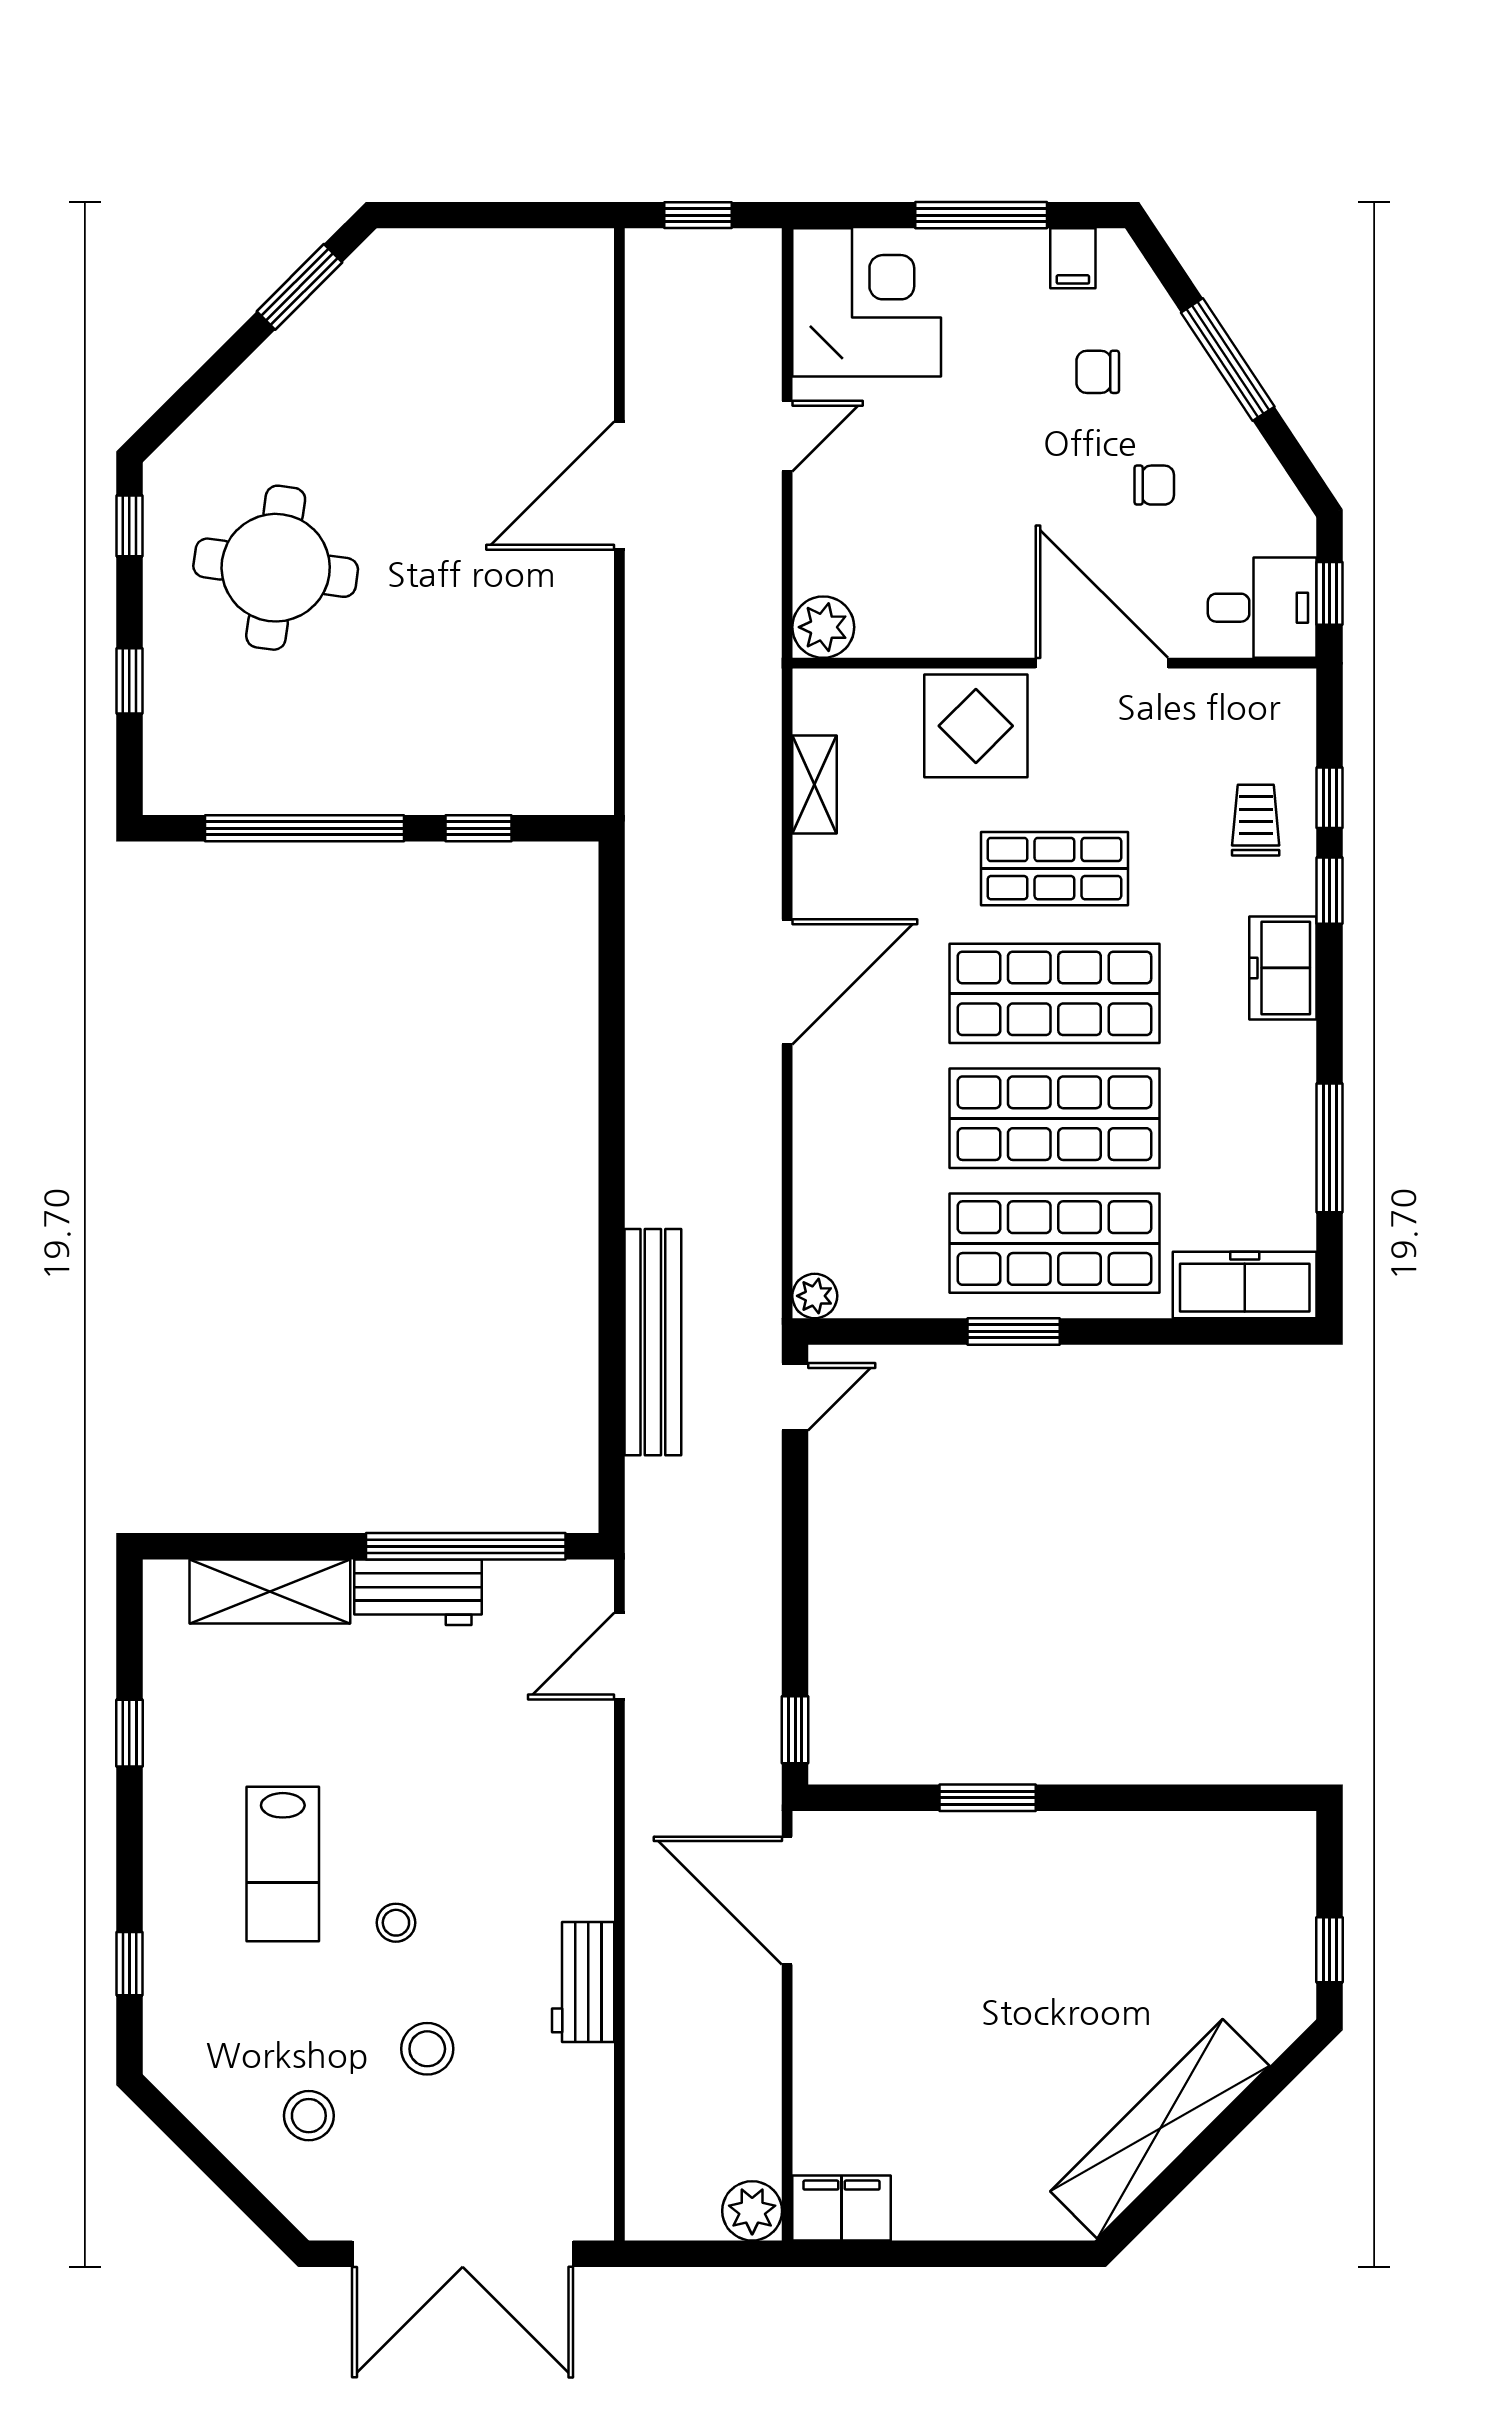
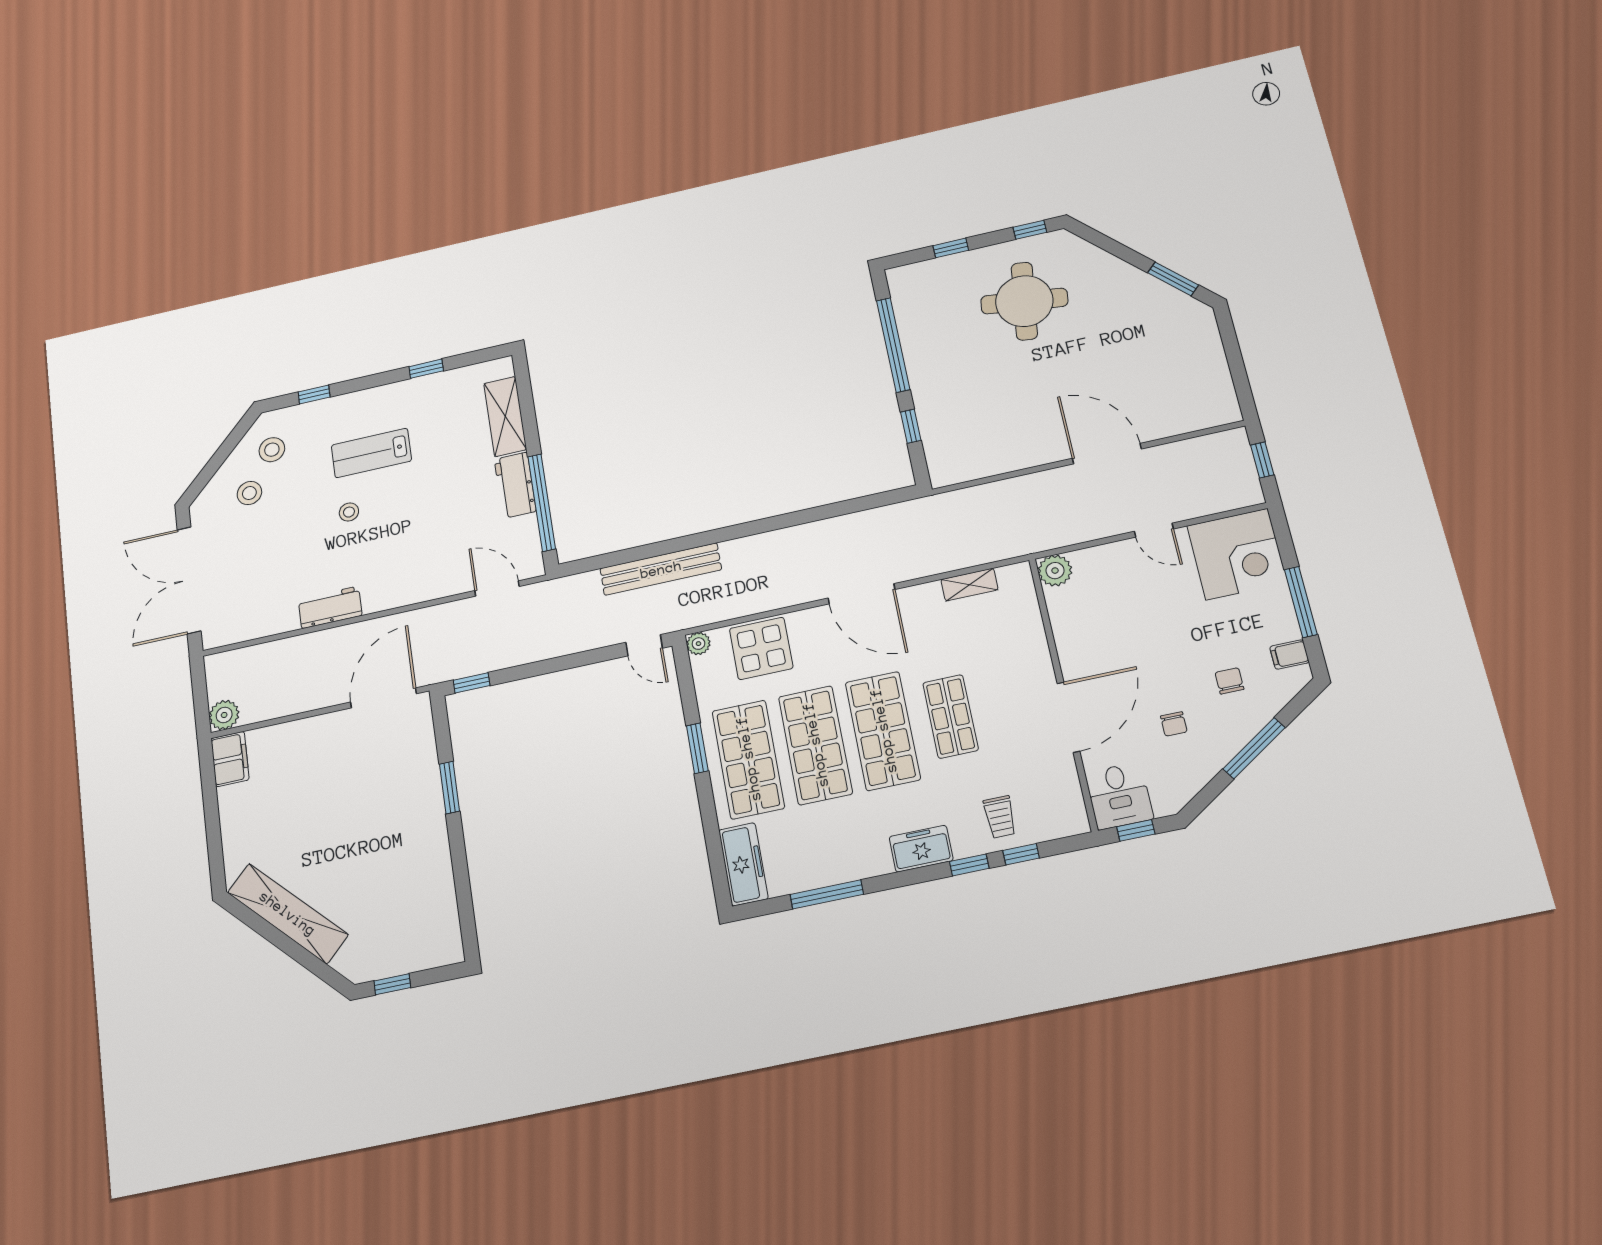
display table: (976, 726) -> (761, 648), moved
trolley: (1256, 820) -> (1000, 817), turned 90
stool: (427, 2049) -> (272, 450), moved

